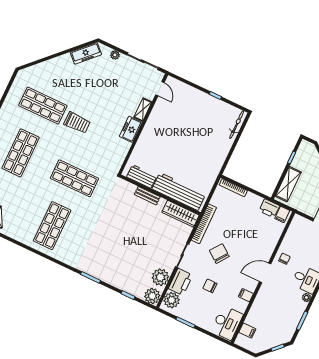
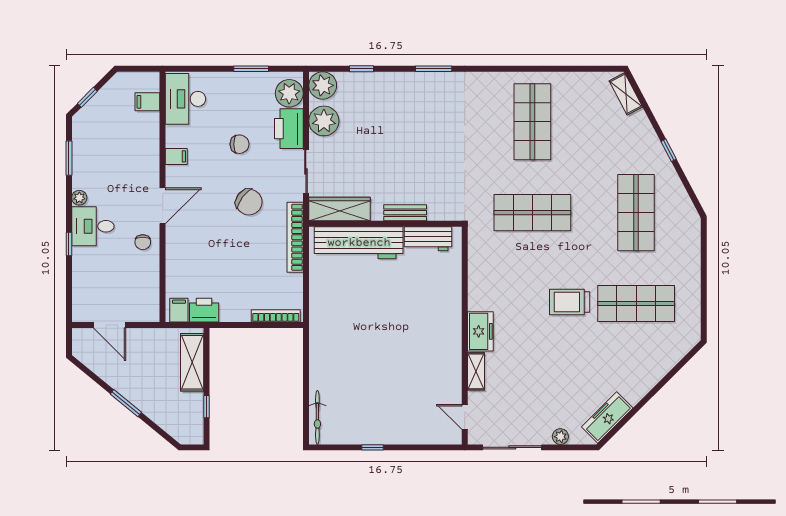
workbench: (142, 176) -> (428, 239), moved
workbench: (179, 191) -> (359, 243), moved
wall: (160, 195) -> (385, 224), moved
bench: (147, 196) -> (405, 213), moved
wardrobe: (180, 214) -> (339, 209), moved

